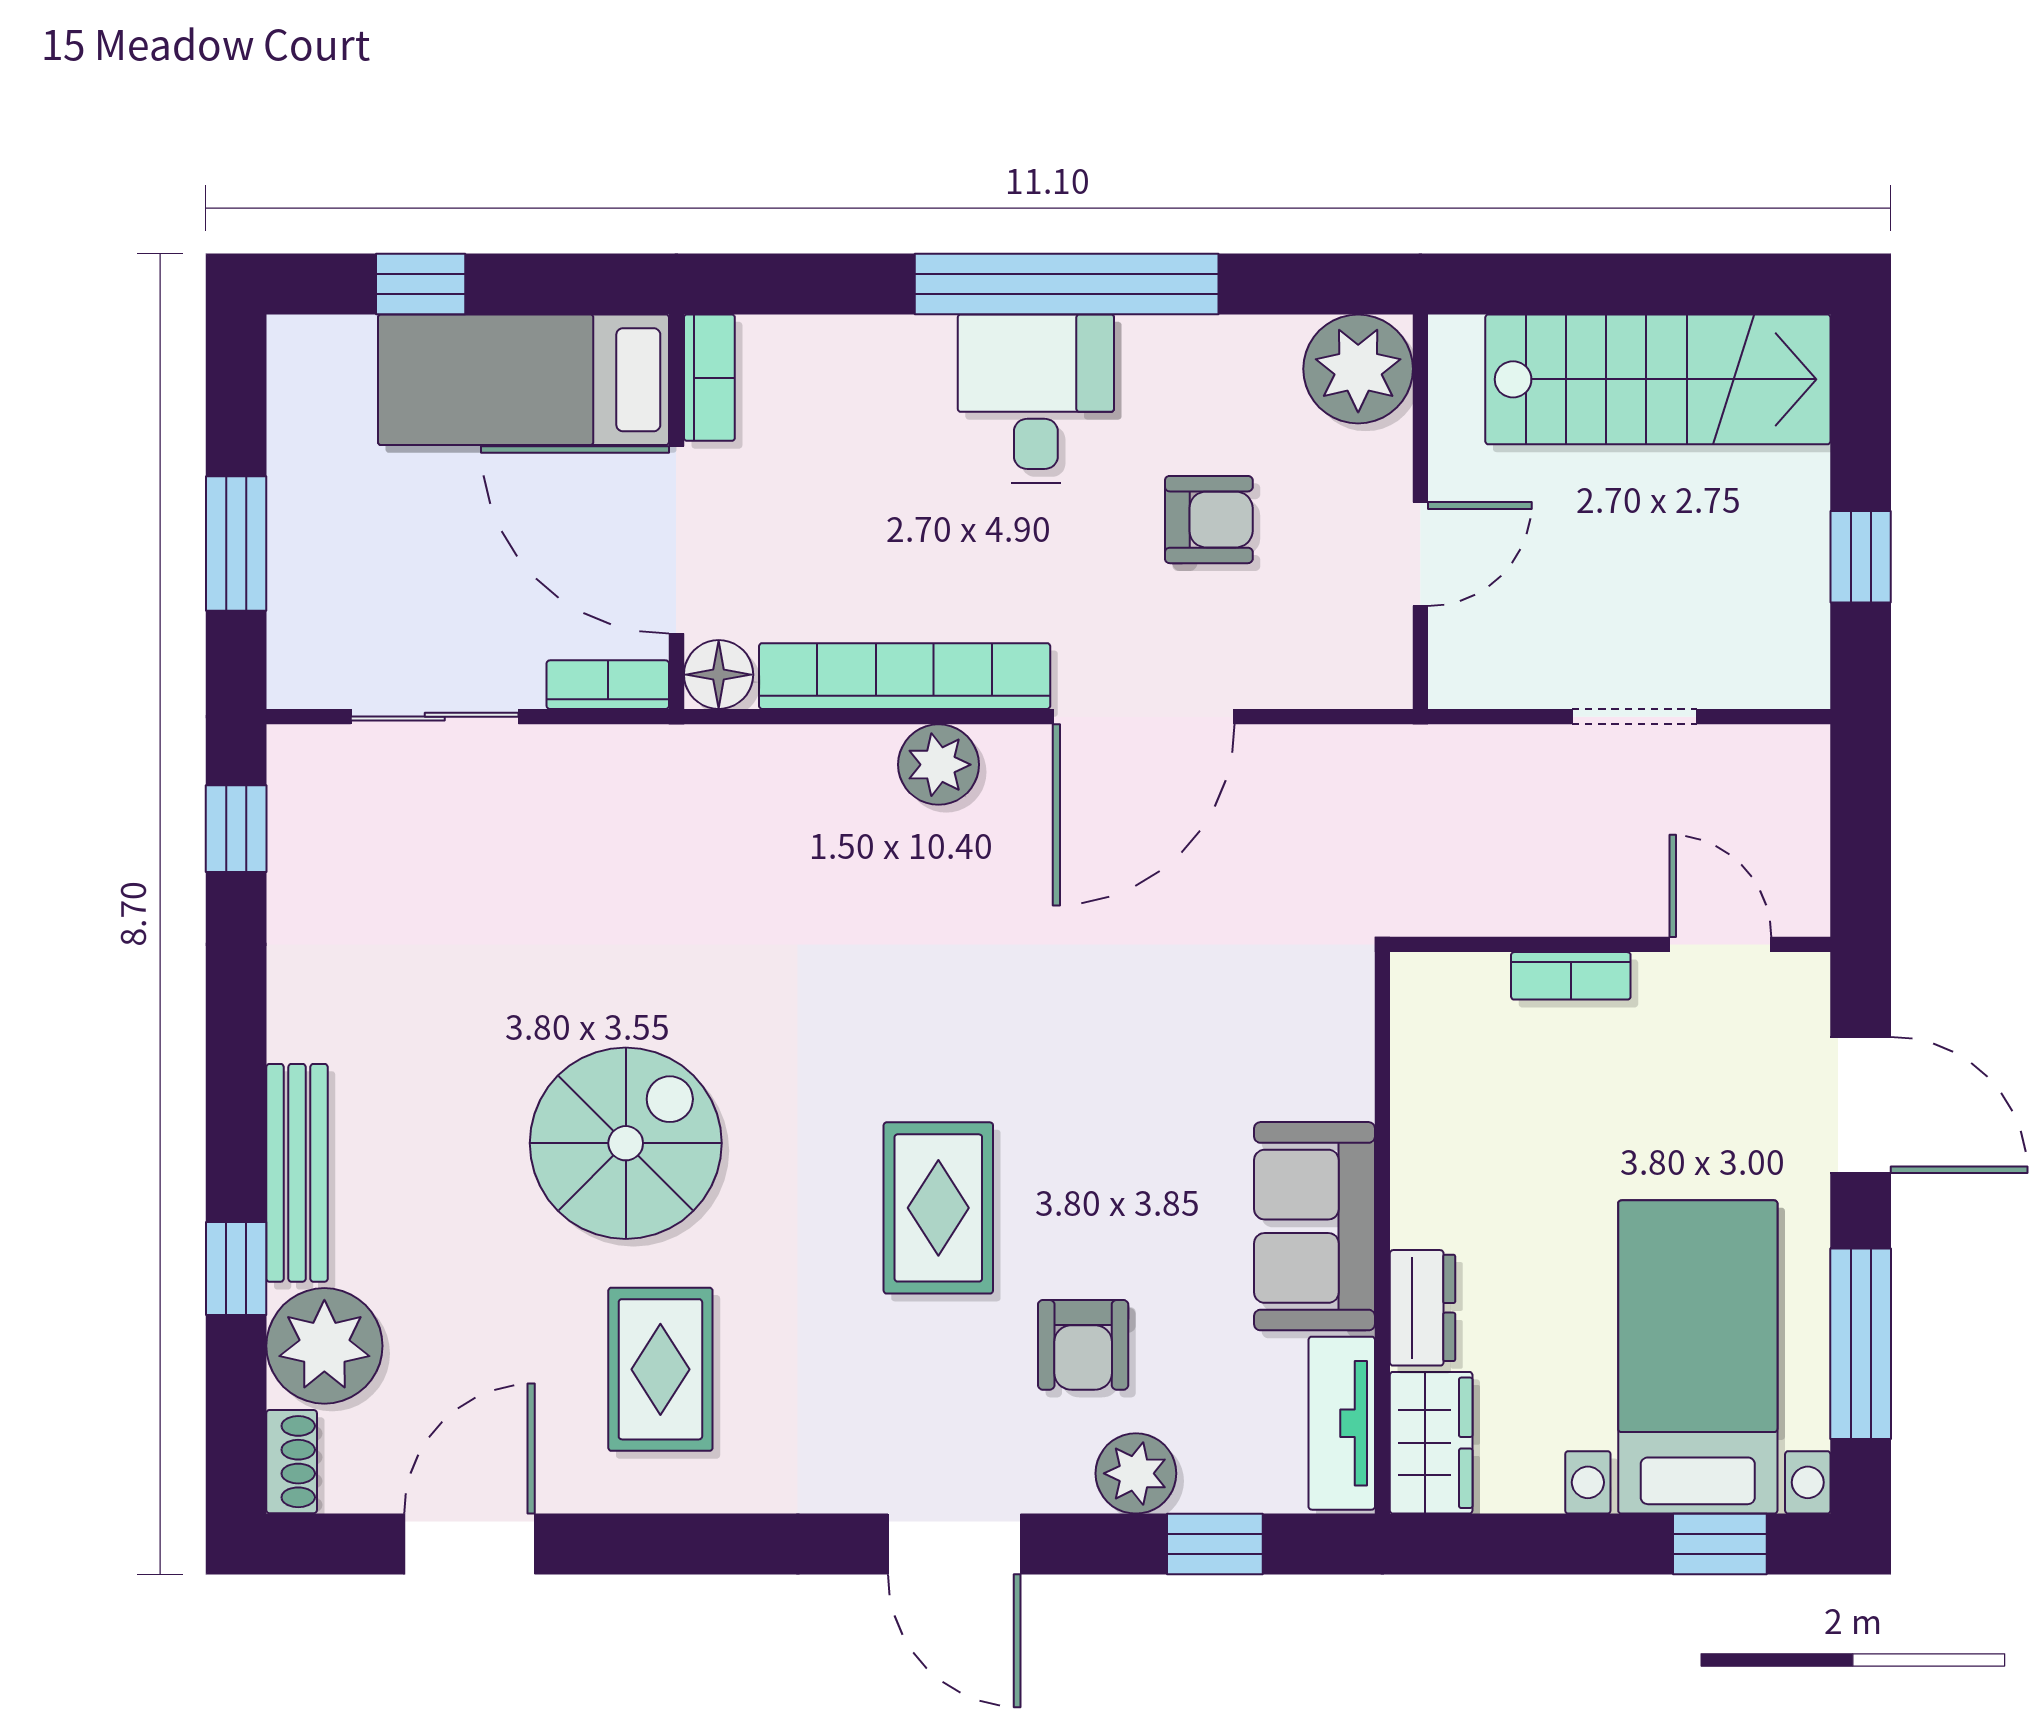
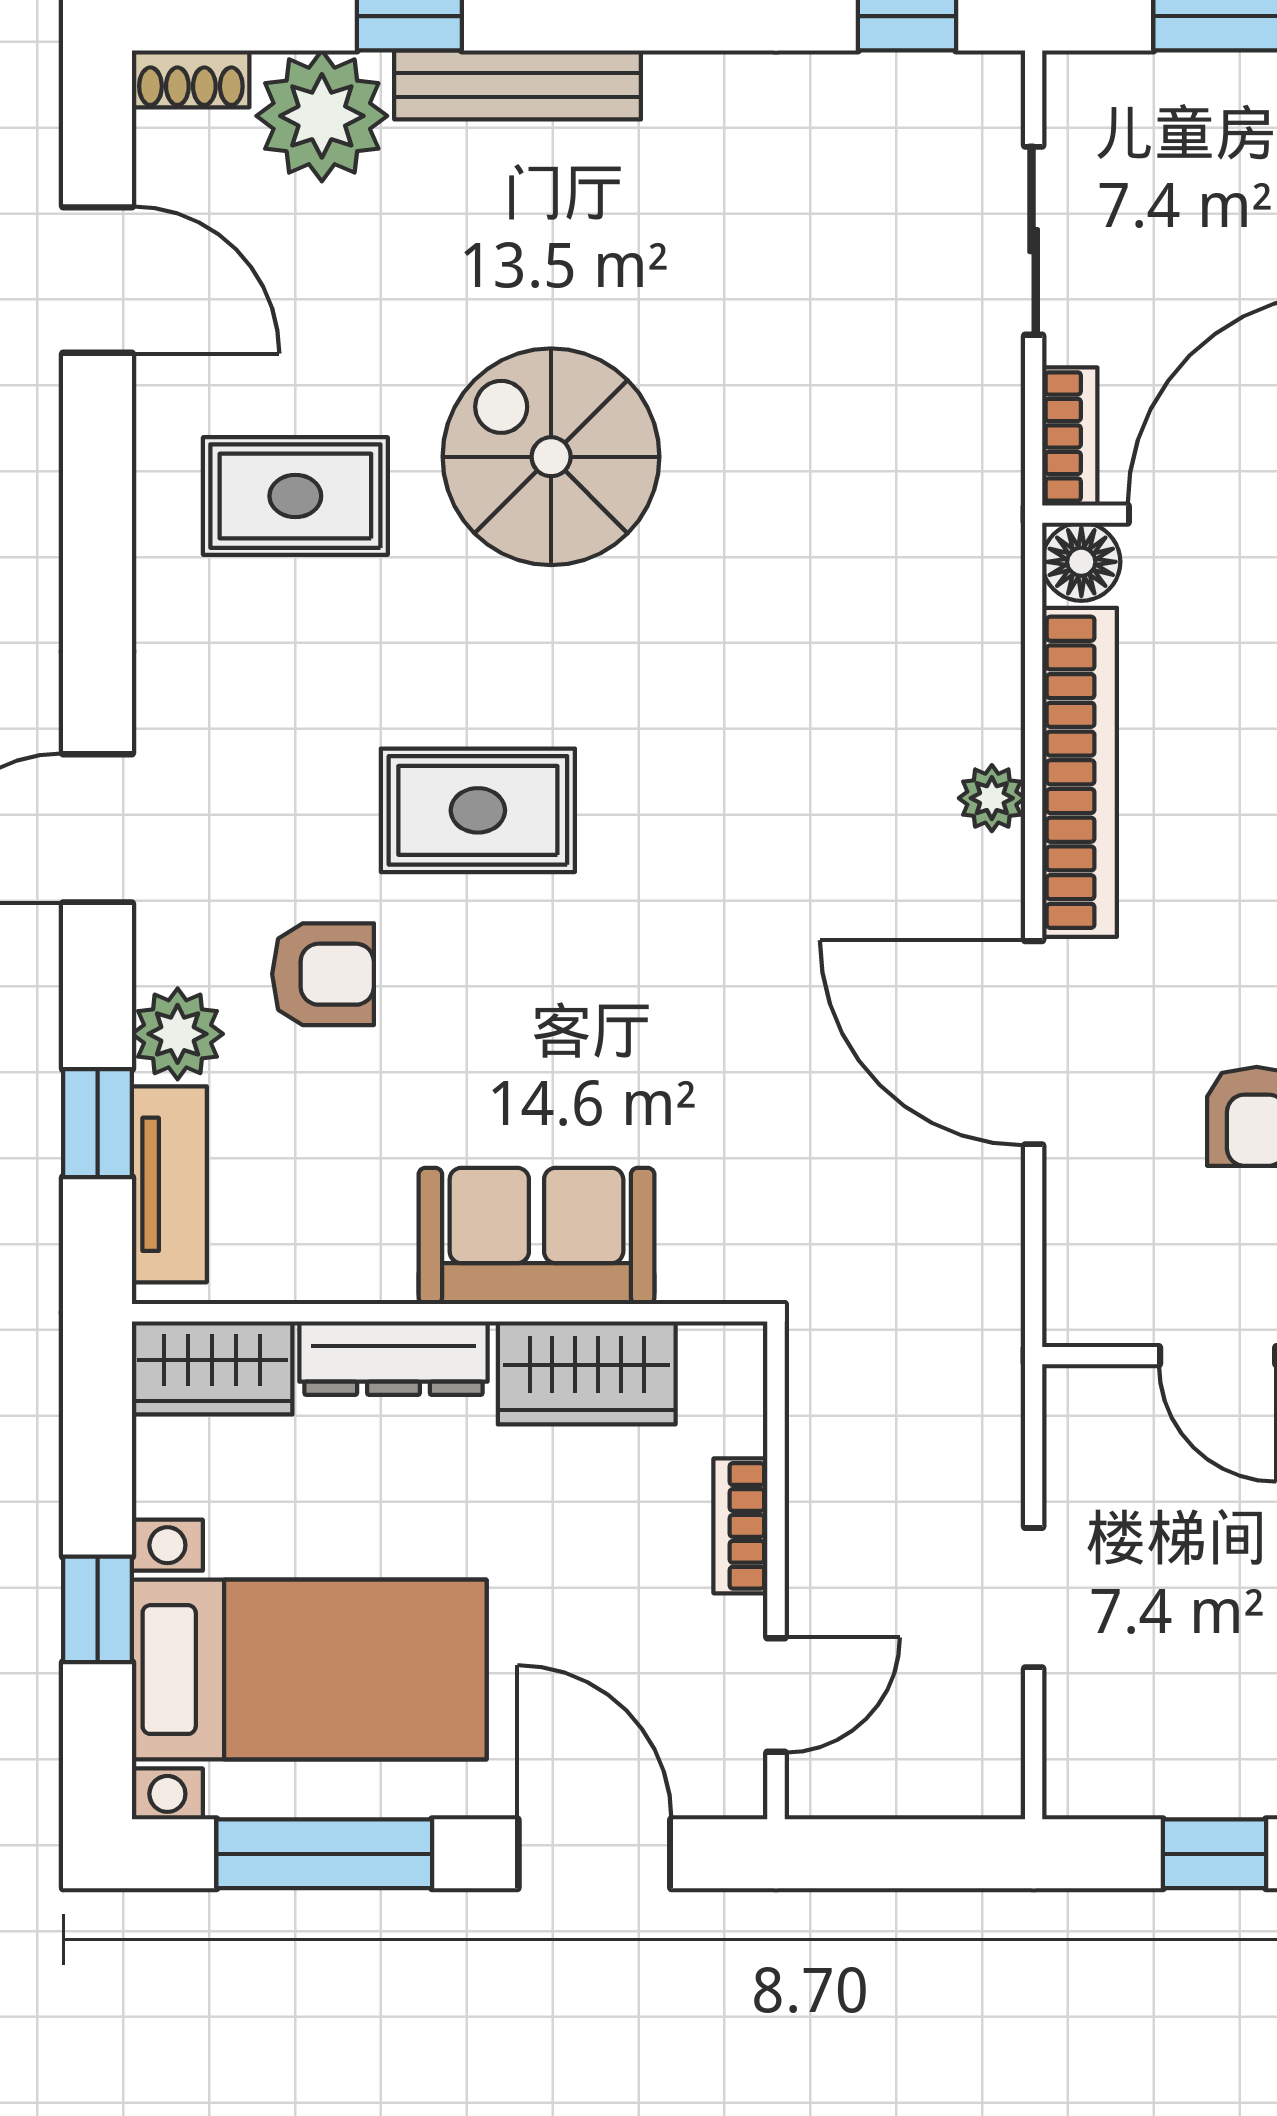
plant: (938, 765) -> (992, 798), width x0.73, depth x0.73
door: (1861, 1105) -> (594, 1854), swing flipped
wardrobe: (1436, 1112) -> (587, 1373), added
spiral stairs: (626, 1143) -> (551, 457), turned 180
sofa: (1315, 1226) -> (536, 1236), moved
dresser: (1423, 1308) -> (393, 1358), width x1.44
armchair: (1083, 1345) -> (323, 974), turned 180
tv unit: (1342, 1423) -> (169, 1184), moved, turned 90
window: (1720, 1544) -> (98, 1609), moved

